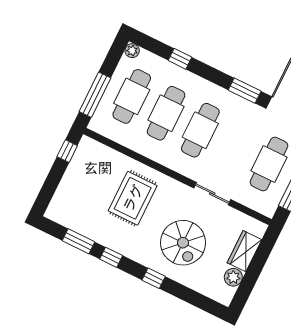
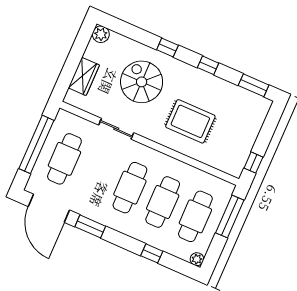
rug: (133, 198) -> (190, 121), turned 90
window: (79, 241) -> (254, 85), moved
plant: (233, 277) -> (101, 34), moved

